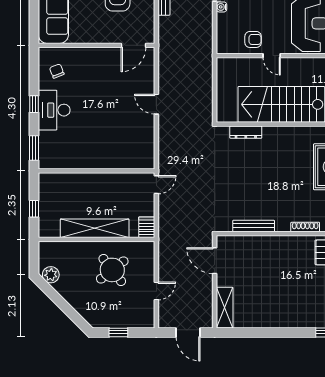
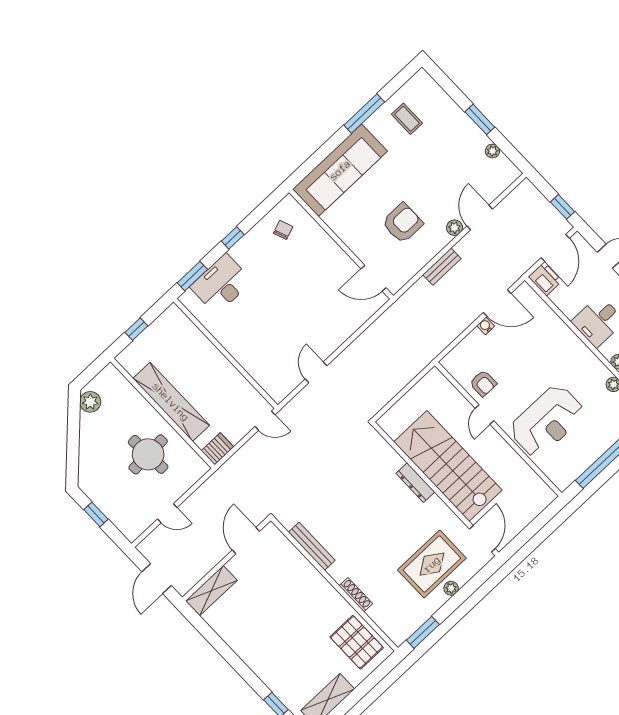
door: (156, 104) -> (316, 372), moved
desk: (54, 110) -> (221, 284), moved
dresser: (246, 132) -> (415, 483), moved
round table: (112, 270) -> (148, 454), turned 35

